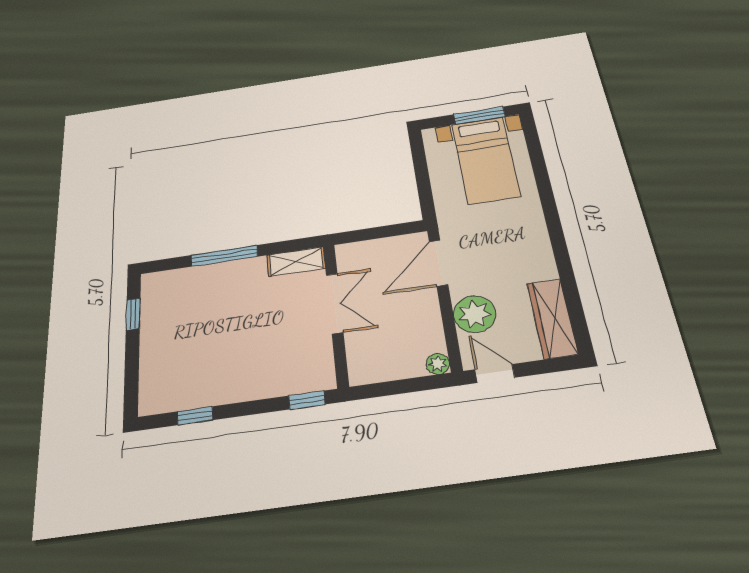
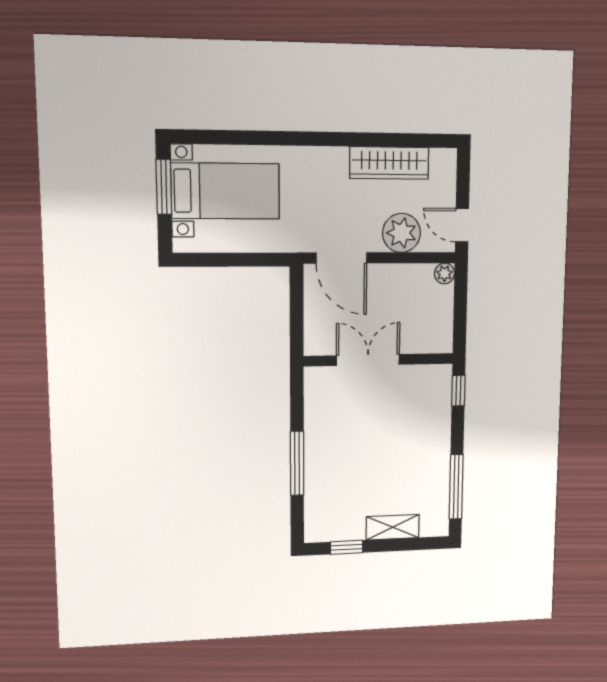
shelving: (296, 262) -> (393, 527), moved, turned 90
wardrobe: (552, 318) -> (389, 163), moved
door: (495, 373) -> (462, 225), hinge flipped
window: (195, 416) -> (456, 487), width x2.17

